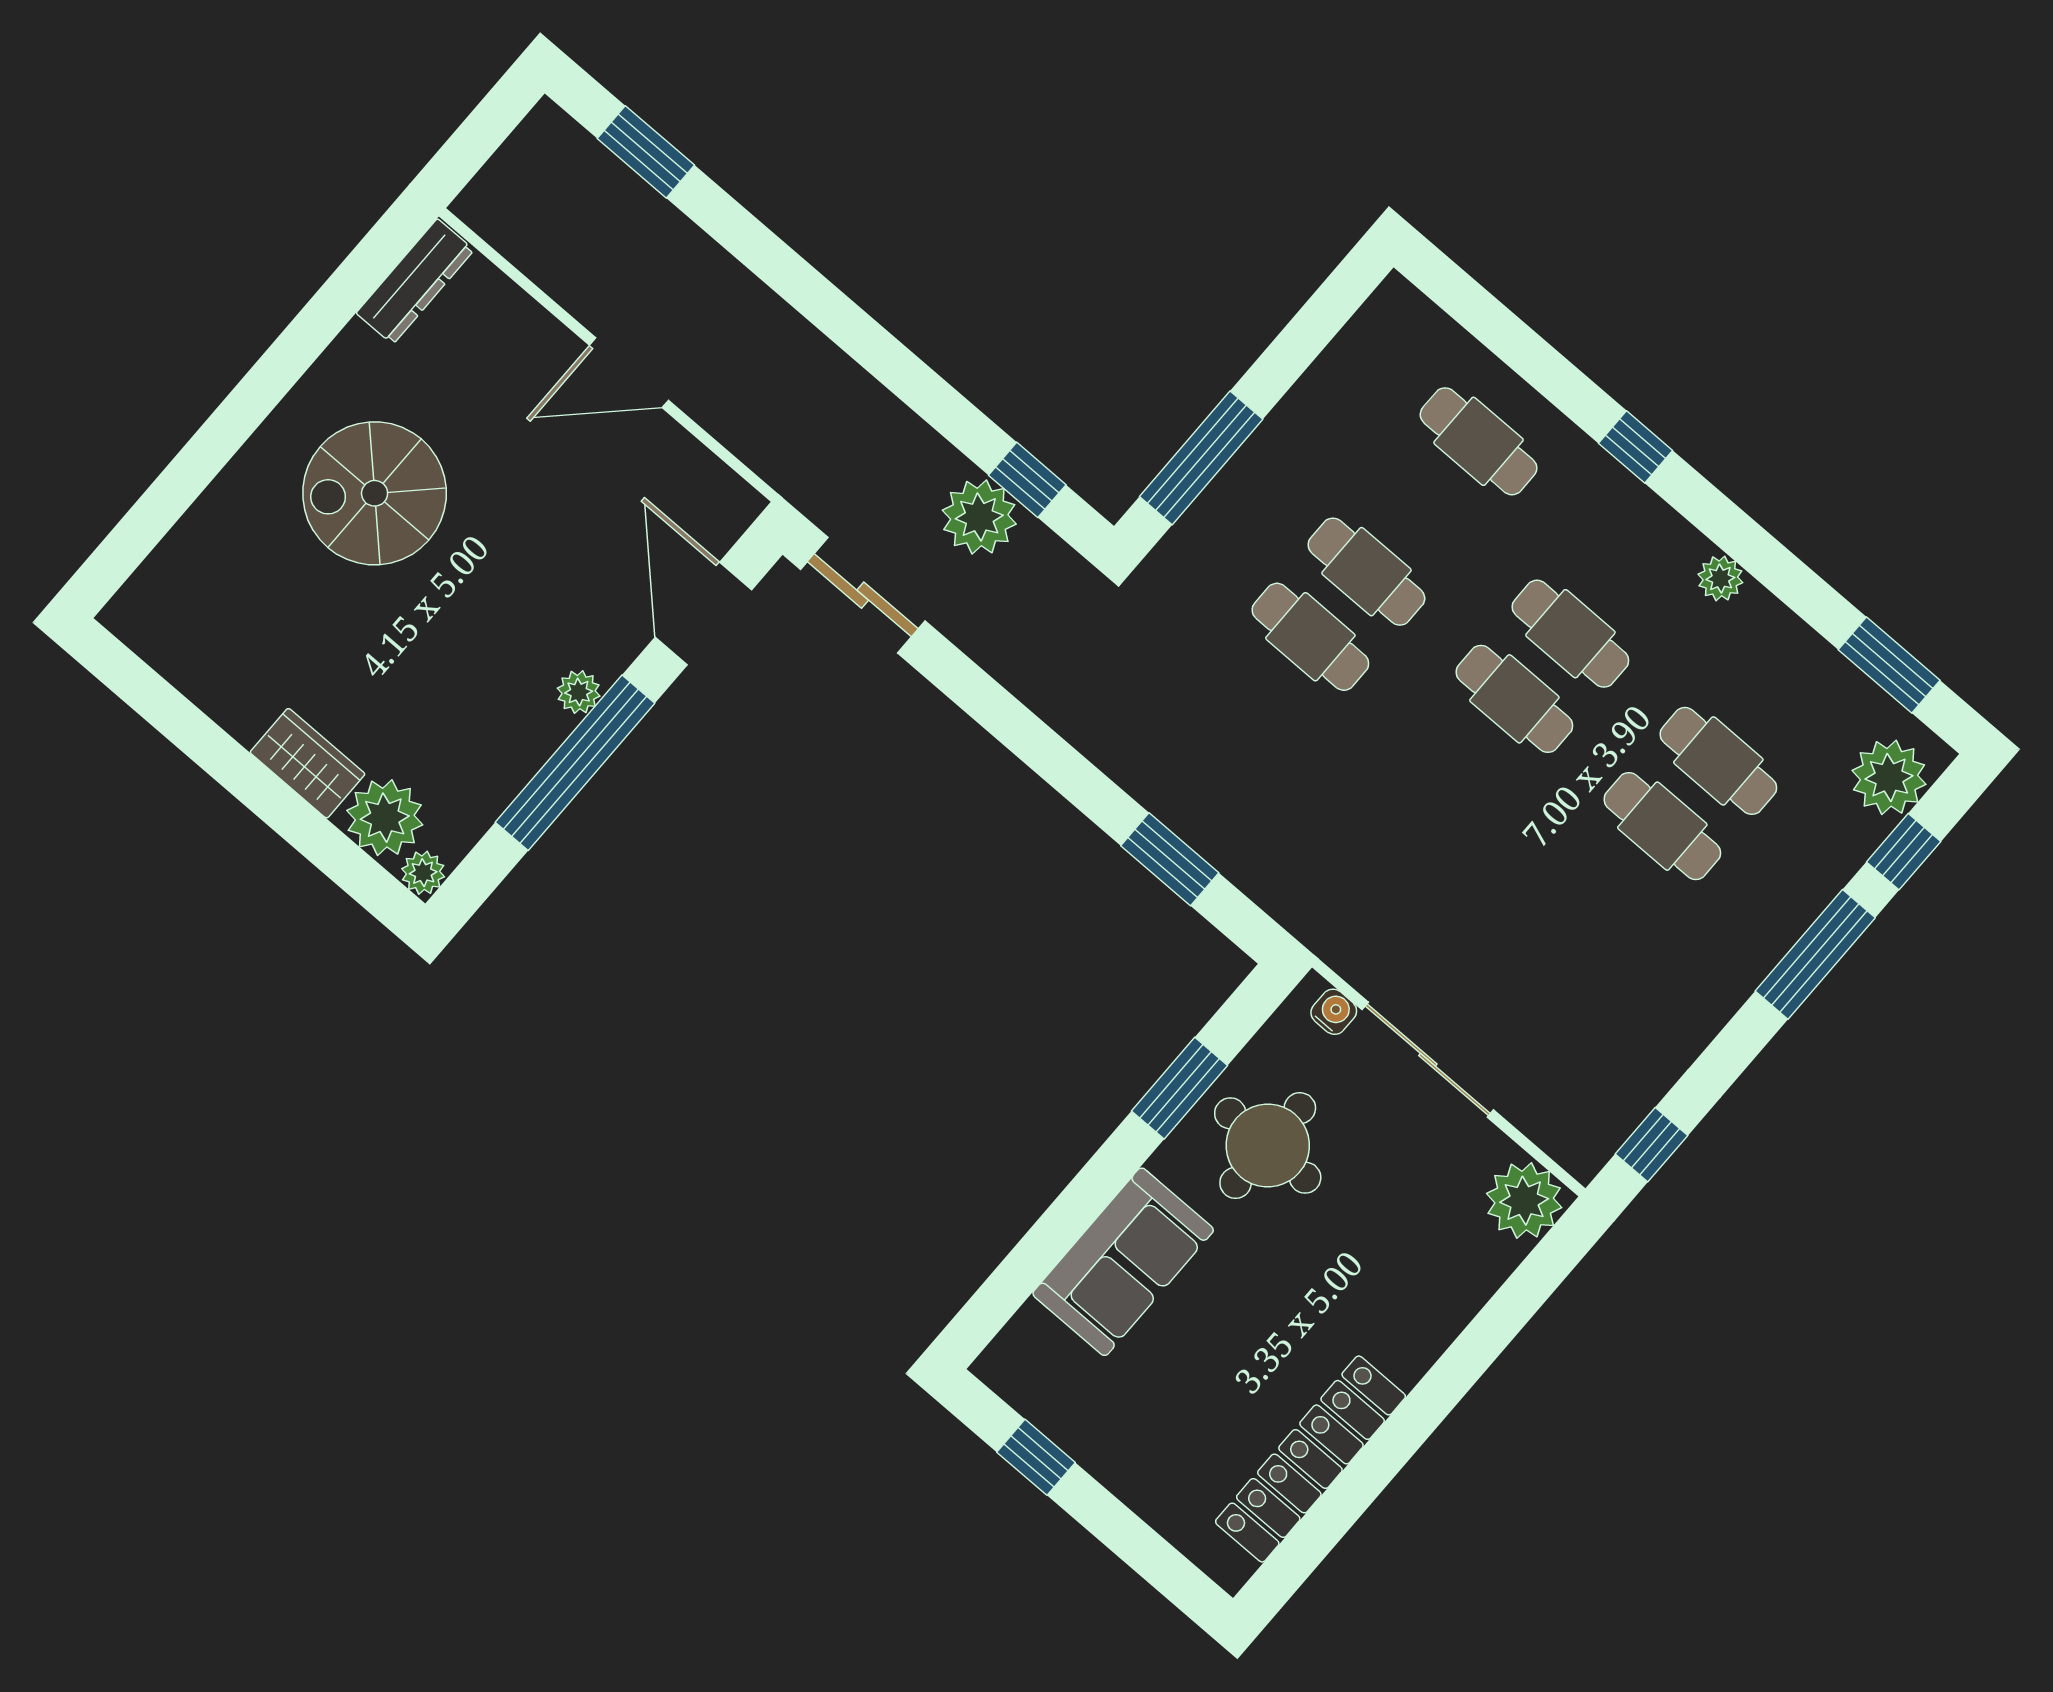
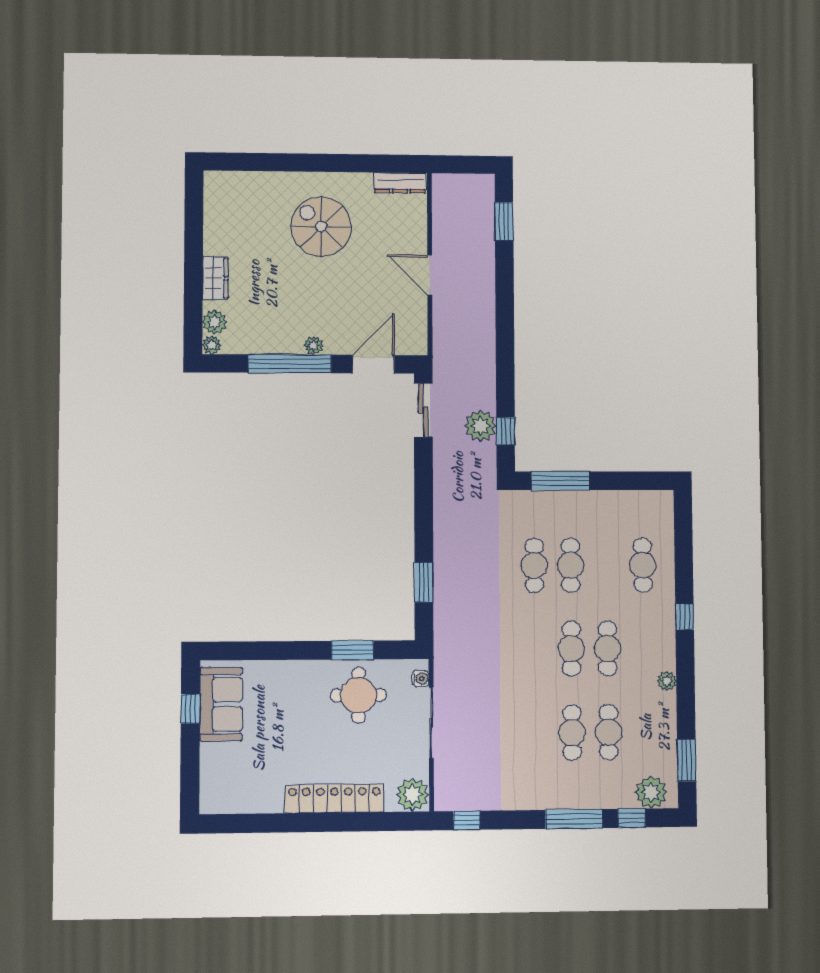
plant: (385, 818) -> (215, 322), width x0.73, depth x0.73
sofa: (1123, 1262) -> (221, 704), moved, turned -90
locker: (1310, 1459) -> (334, 799), moved

